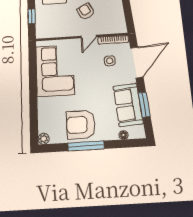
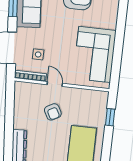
door: (89, 37) -> (55, 84), hinge flipped

